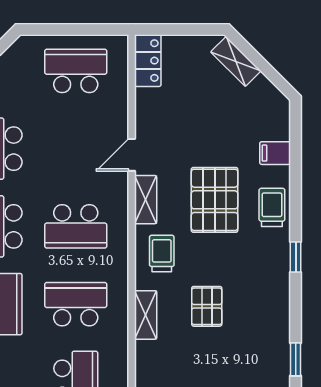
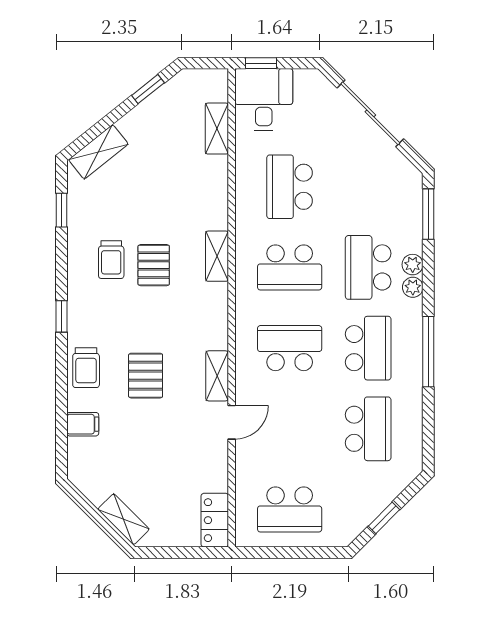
pallet: (215, 200) -> (146, 376), width x0.67, depth x0.71
trolley: (162, 253) -> (111, 260), moved

